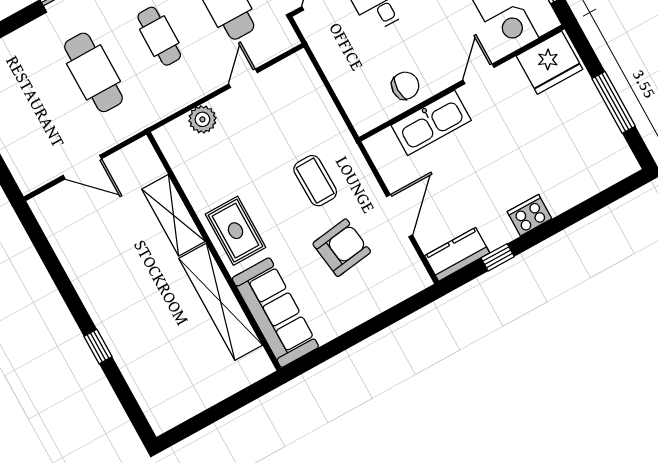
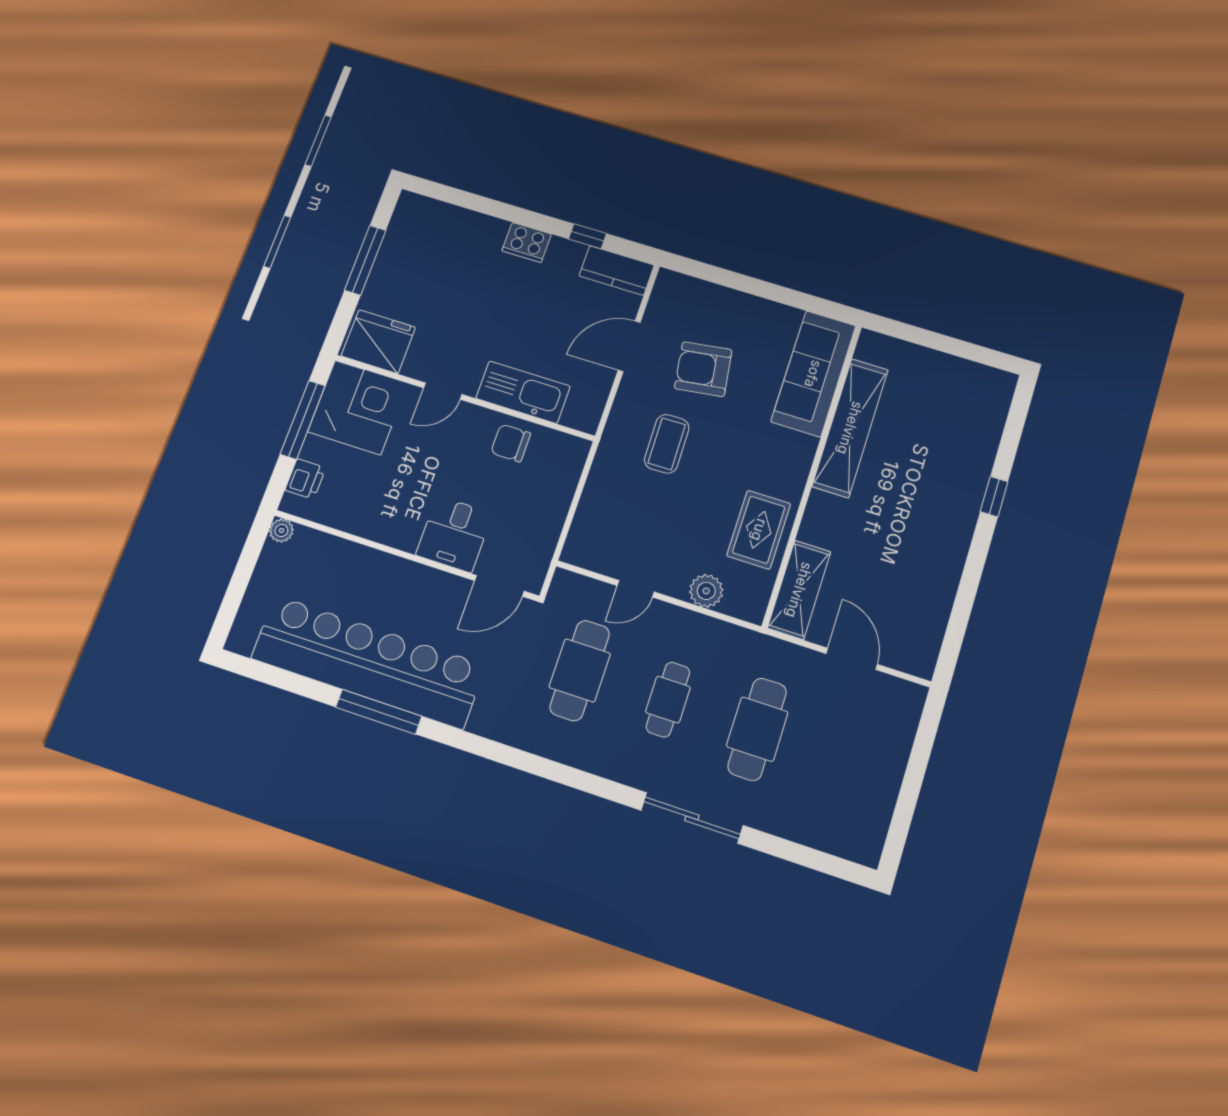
shelving: (173, 215) -> (799, 590), moved
rug: (235, 231) -> (759, 530), moved

